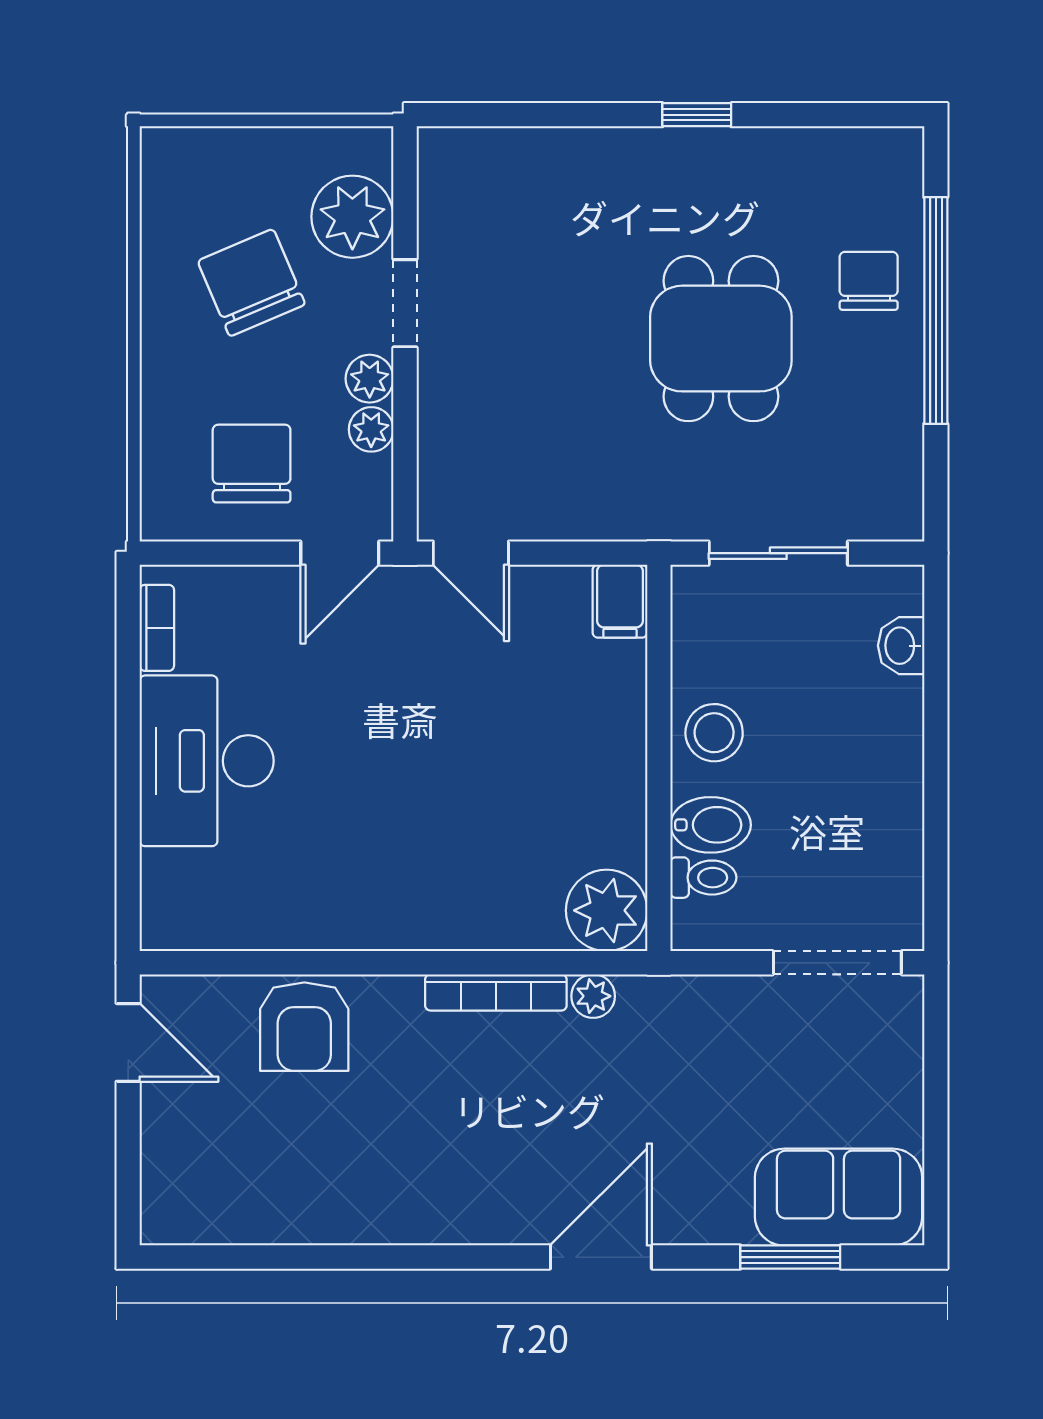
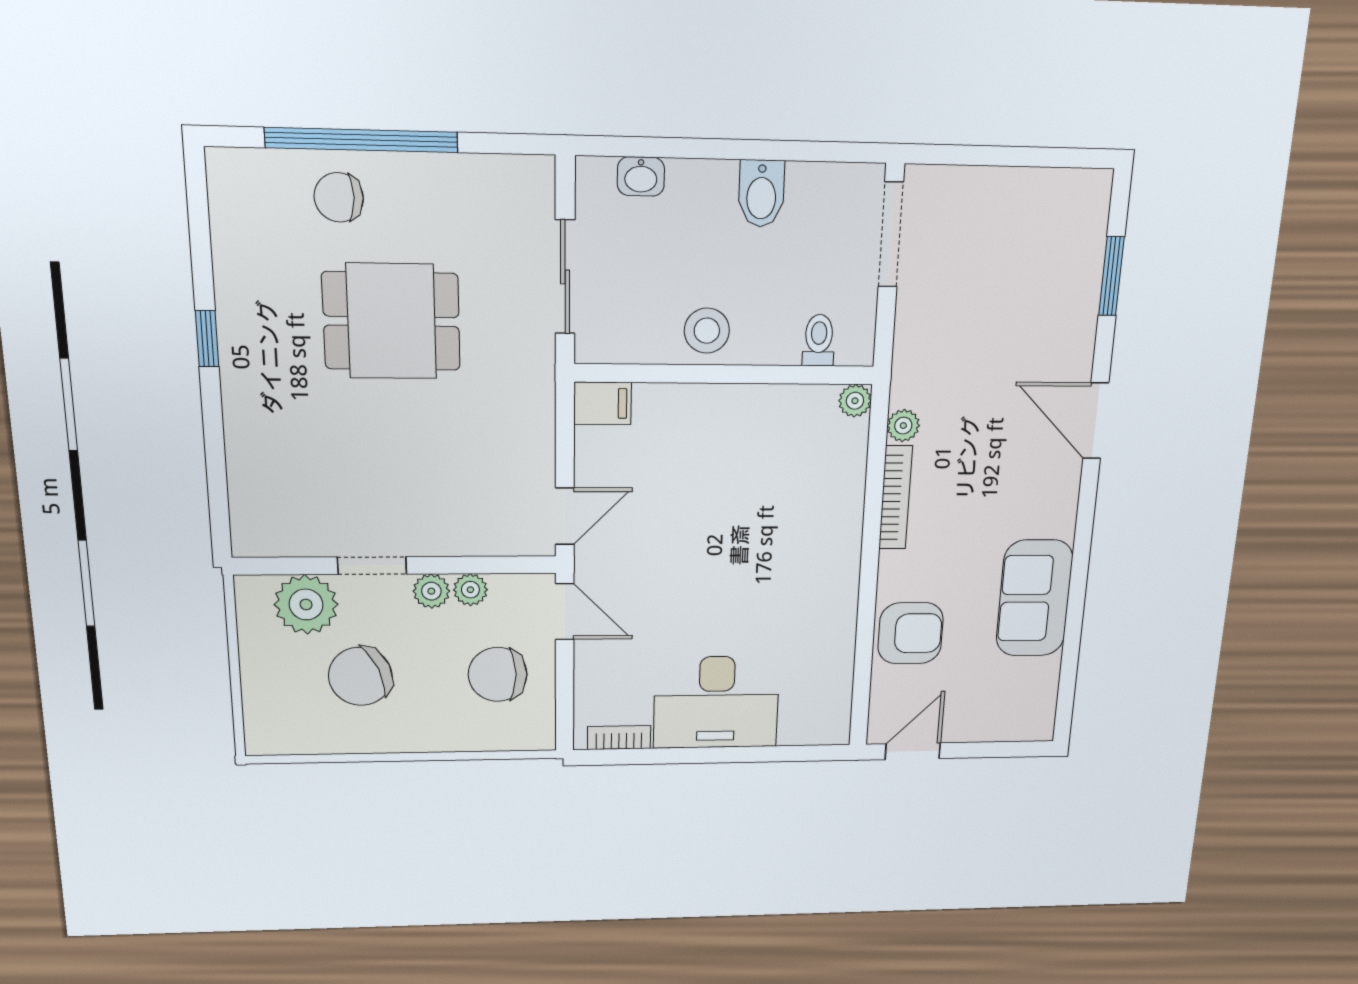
bidet: (711, 825) -> (761, 194), moved, turned 180
plant: (607, 910) -> (855, 401), width x0.53, depth x0.53
sofa: (839, 1197) -> (1034, 598), moved

